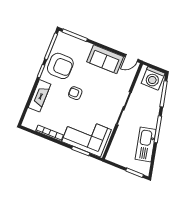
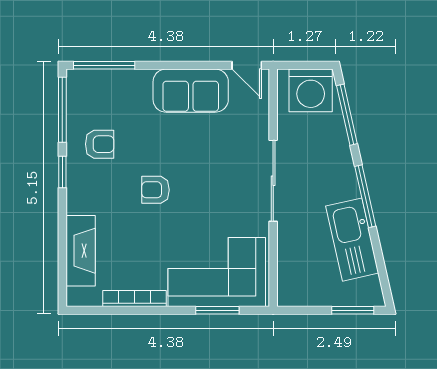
door: (132, 58) -> (247, 65), hinge flipped
armchair: (60, 66) -> (100, 144), width x0.53, depth x0.53
fireplace: (40, 96) -> (81, 251), moved

